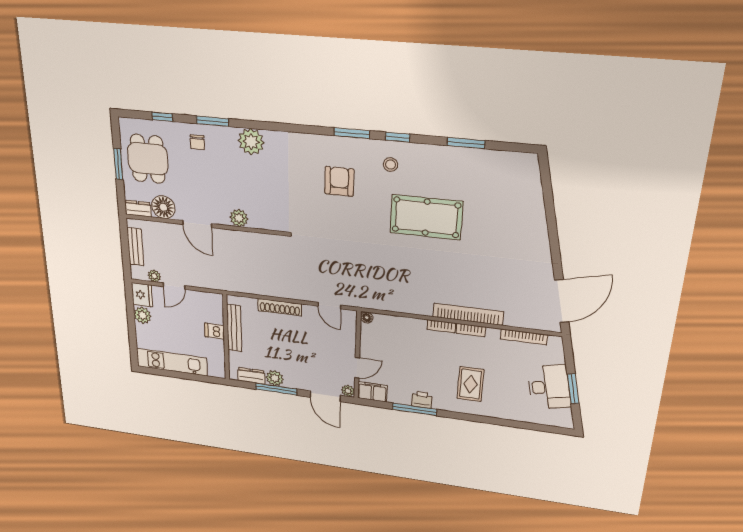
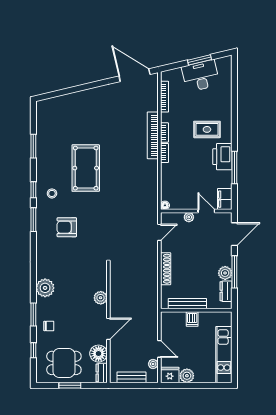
plant: (348, 391) -> (189, 217), moved
printer: (422, 400) -> (222, 157), width x1.87, depth x1.48

